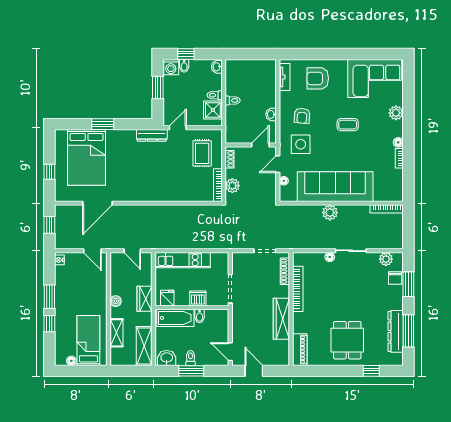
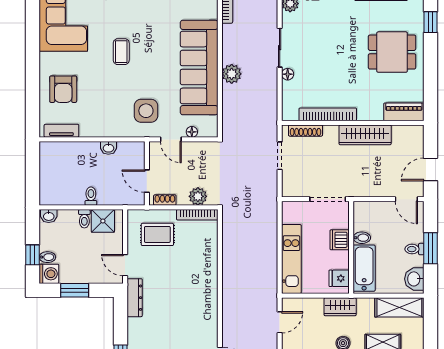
armchair: (302, 116) -> (110, 109), removed
door: (260, 145) -> (147, 181), moved
door: (230, 352) -> (406, 199), hinge flipped

